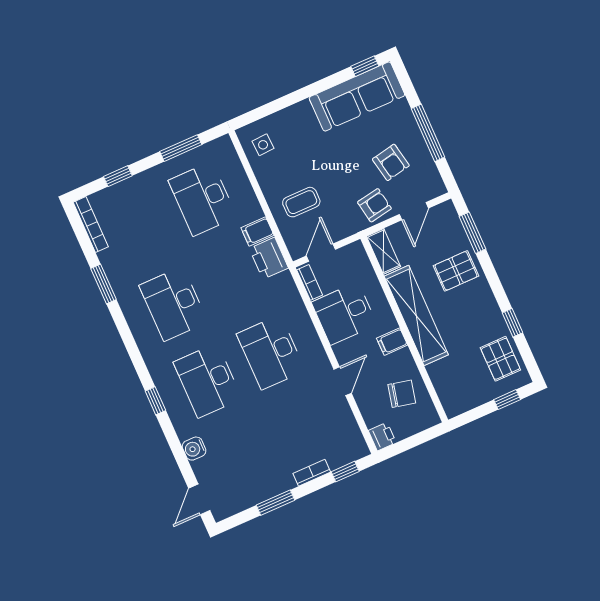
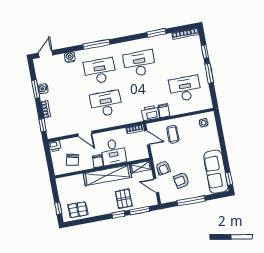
window: (181, 148) -> (209, 73), moved
desk: (344, 313) -> (113, 152), moved, turned 180
window: (513, 323) -> (118, 215), moved
window: (155, 401) -> (96, 44), width x2.17
water cooler: (271, 488) -> (43, 89), added
door: (199, 499) -> (46, 54), hinge flipped

